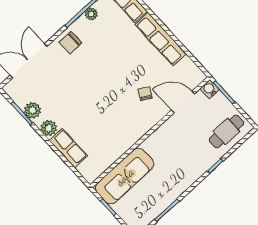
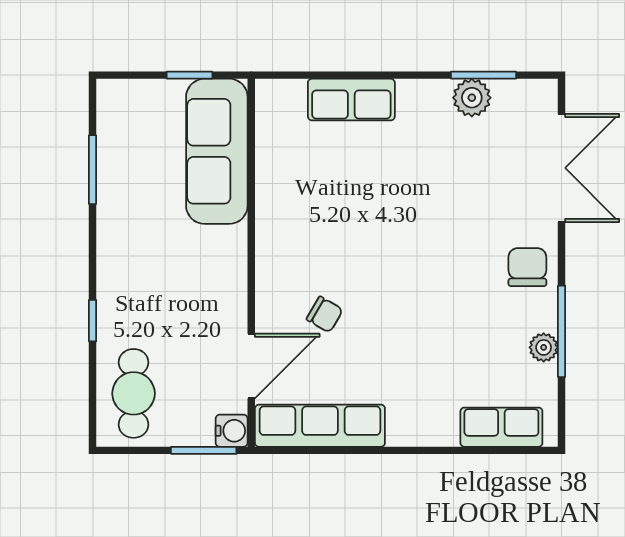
row of seats: (161, 39) -> (320, 426), moved
plant: (49, 128) -> (416, 97), removed

